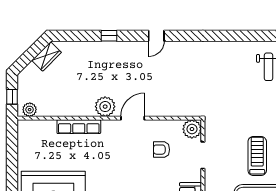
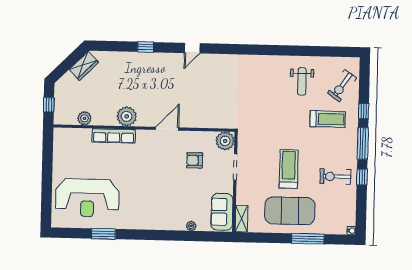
plant: (105, 107) -> (127, 116), moved
plant: (30, 110) -> (84, 118), moved

